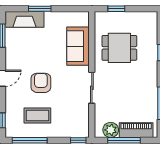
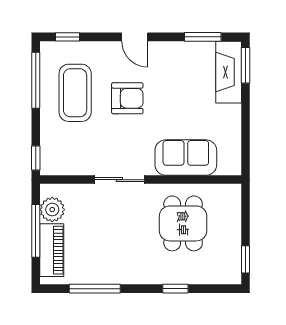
window: (40, 9) -> (246, 65), moved
window: (116, 9) -> (246, 259), moved
coffee table: (37, 116) -> (75, 93), width x1.36, depth x1.32

